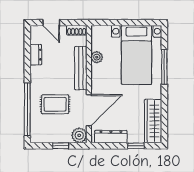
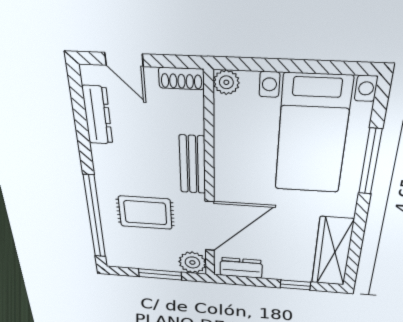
dresser: (36, 55) -> (97, 115), width x1.44
plant: (97, 57) -> (226, 82), moved
bench: (81, 68) -> (193, 165), width x0.73
dresser: (111, 137) -> (241, 268), width x0.70
window: (61, 146) -> (160, 274), width x1.50

